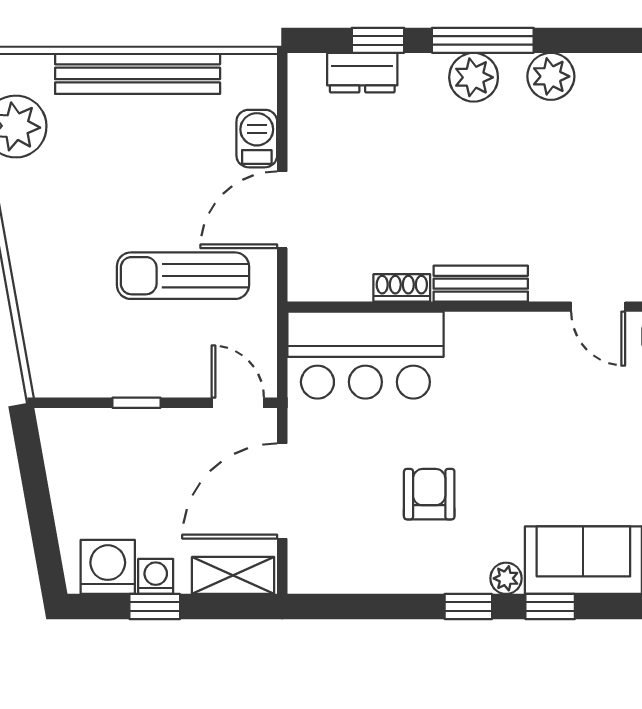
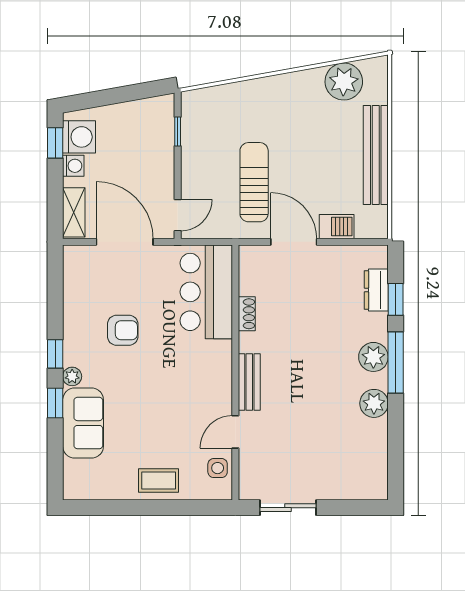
bench: (481, 284) -> (249, 382), moved
window: (137, 403) -> (178, 131), moved
window: (155, 606) -> (55, 143), moved

